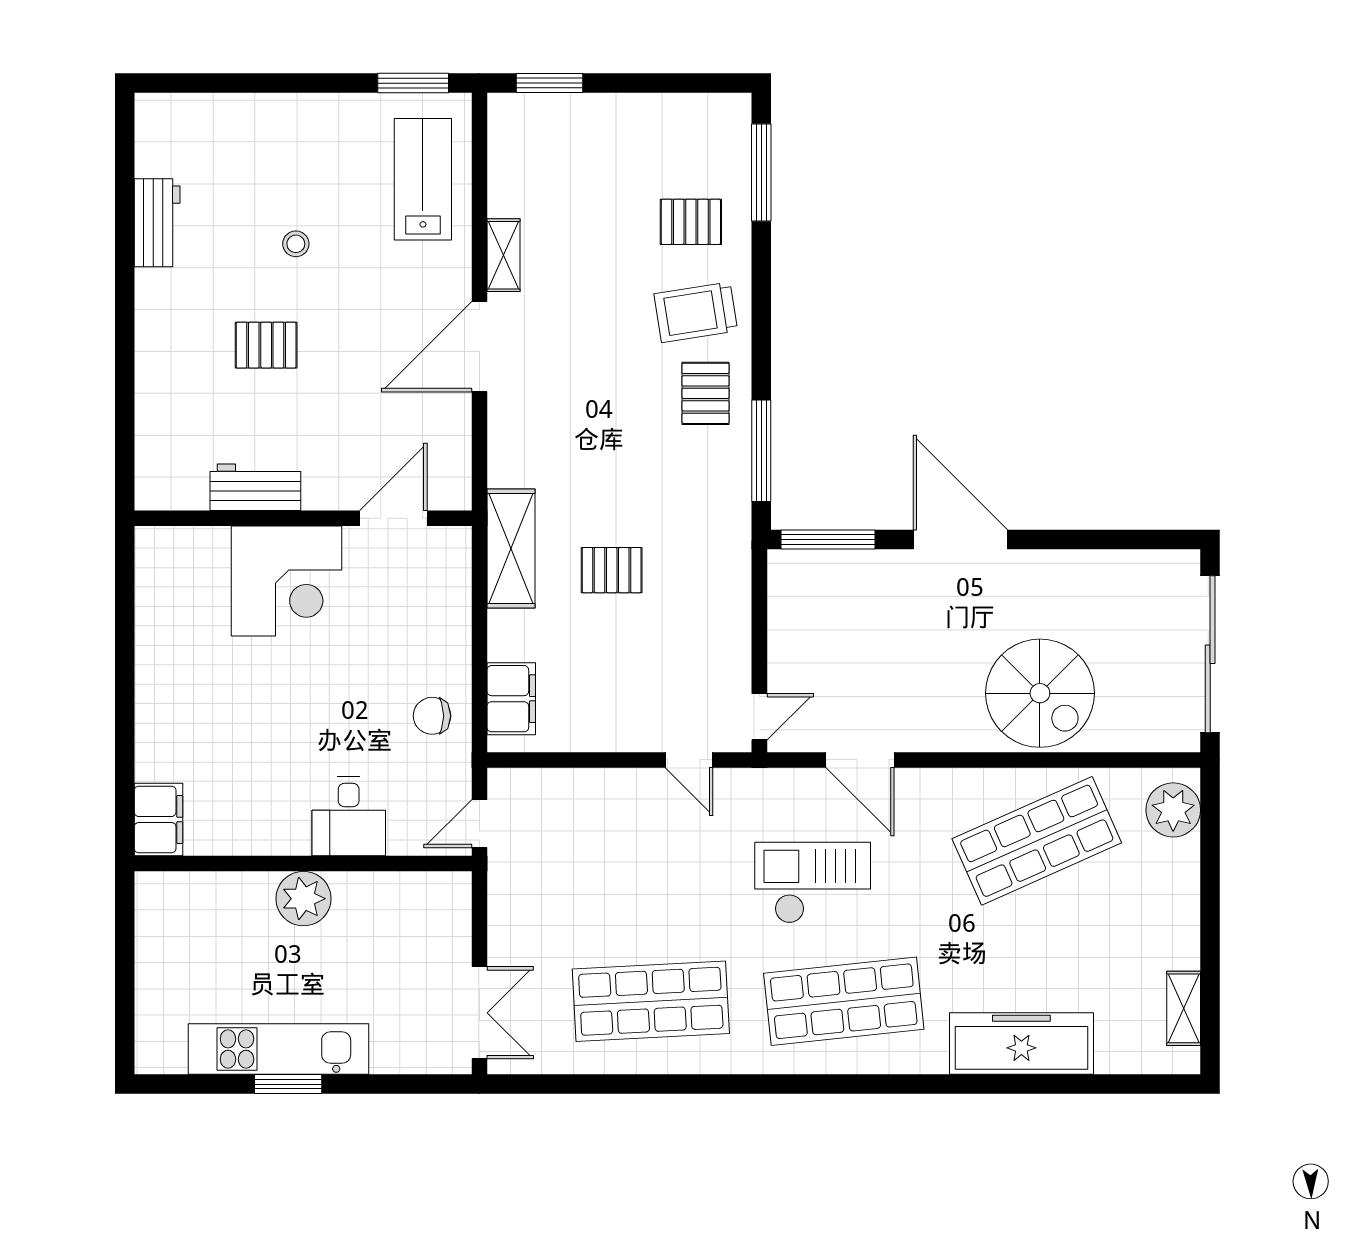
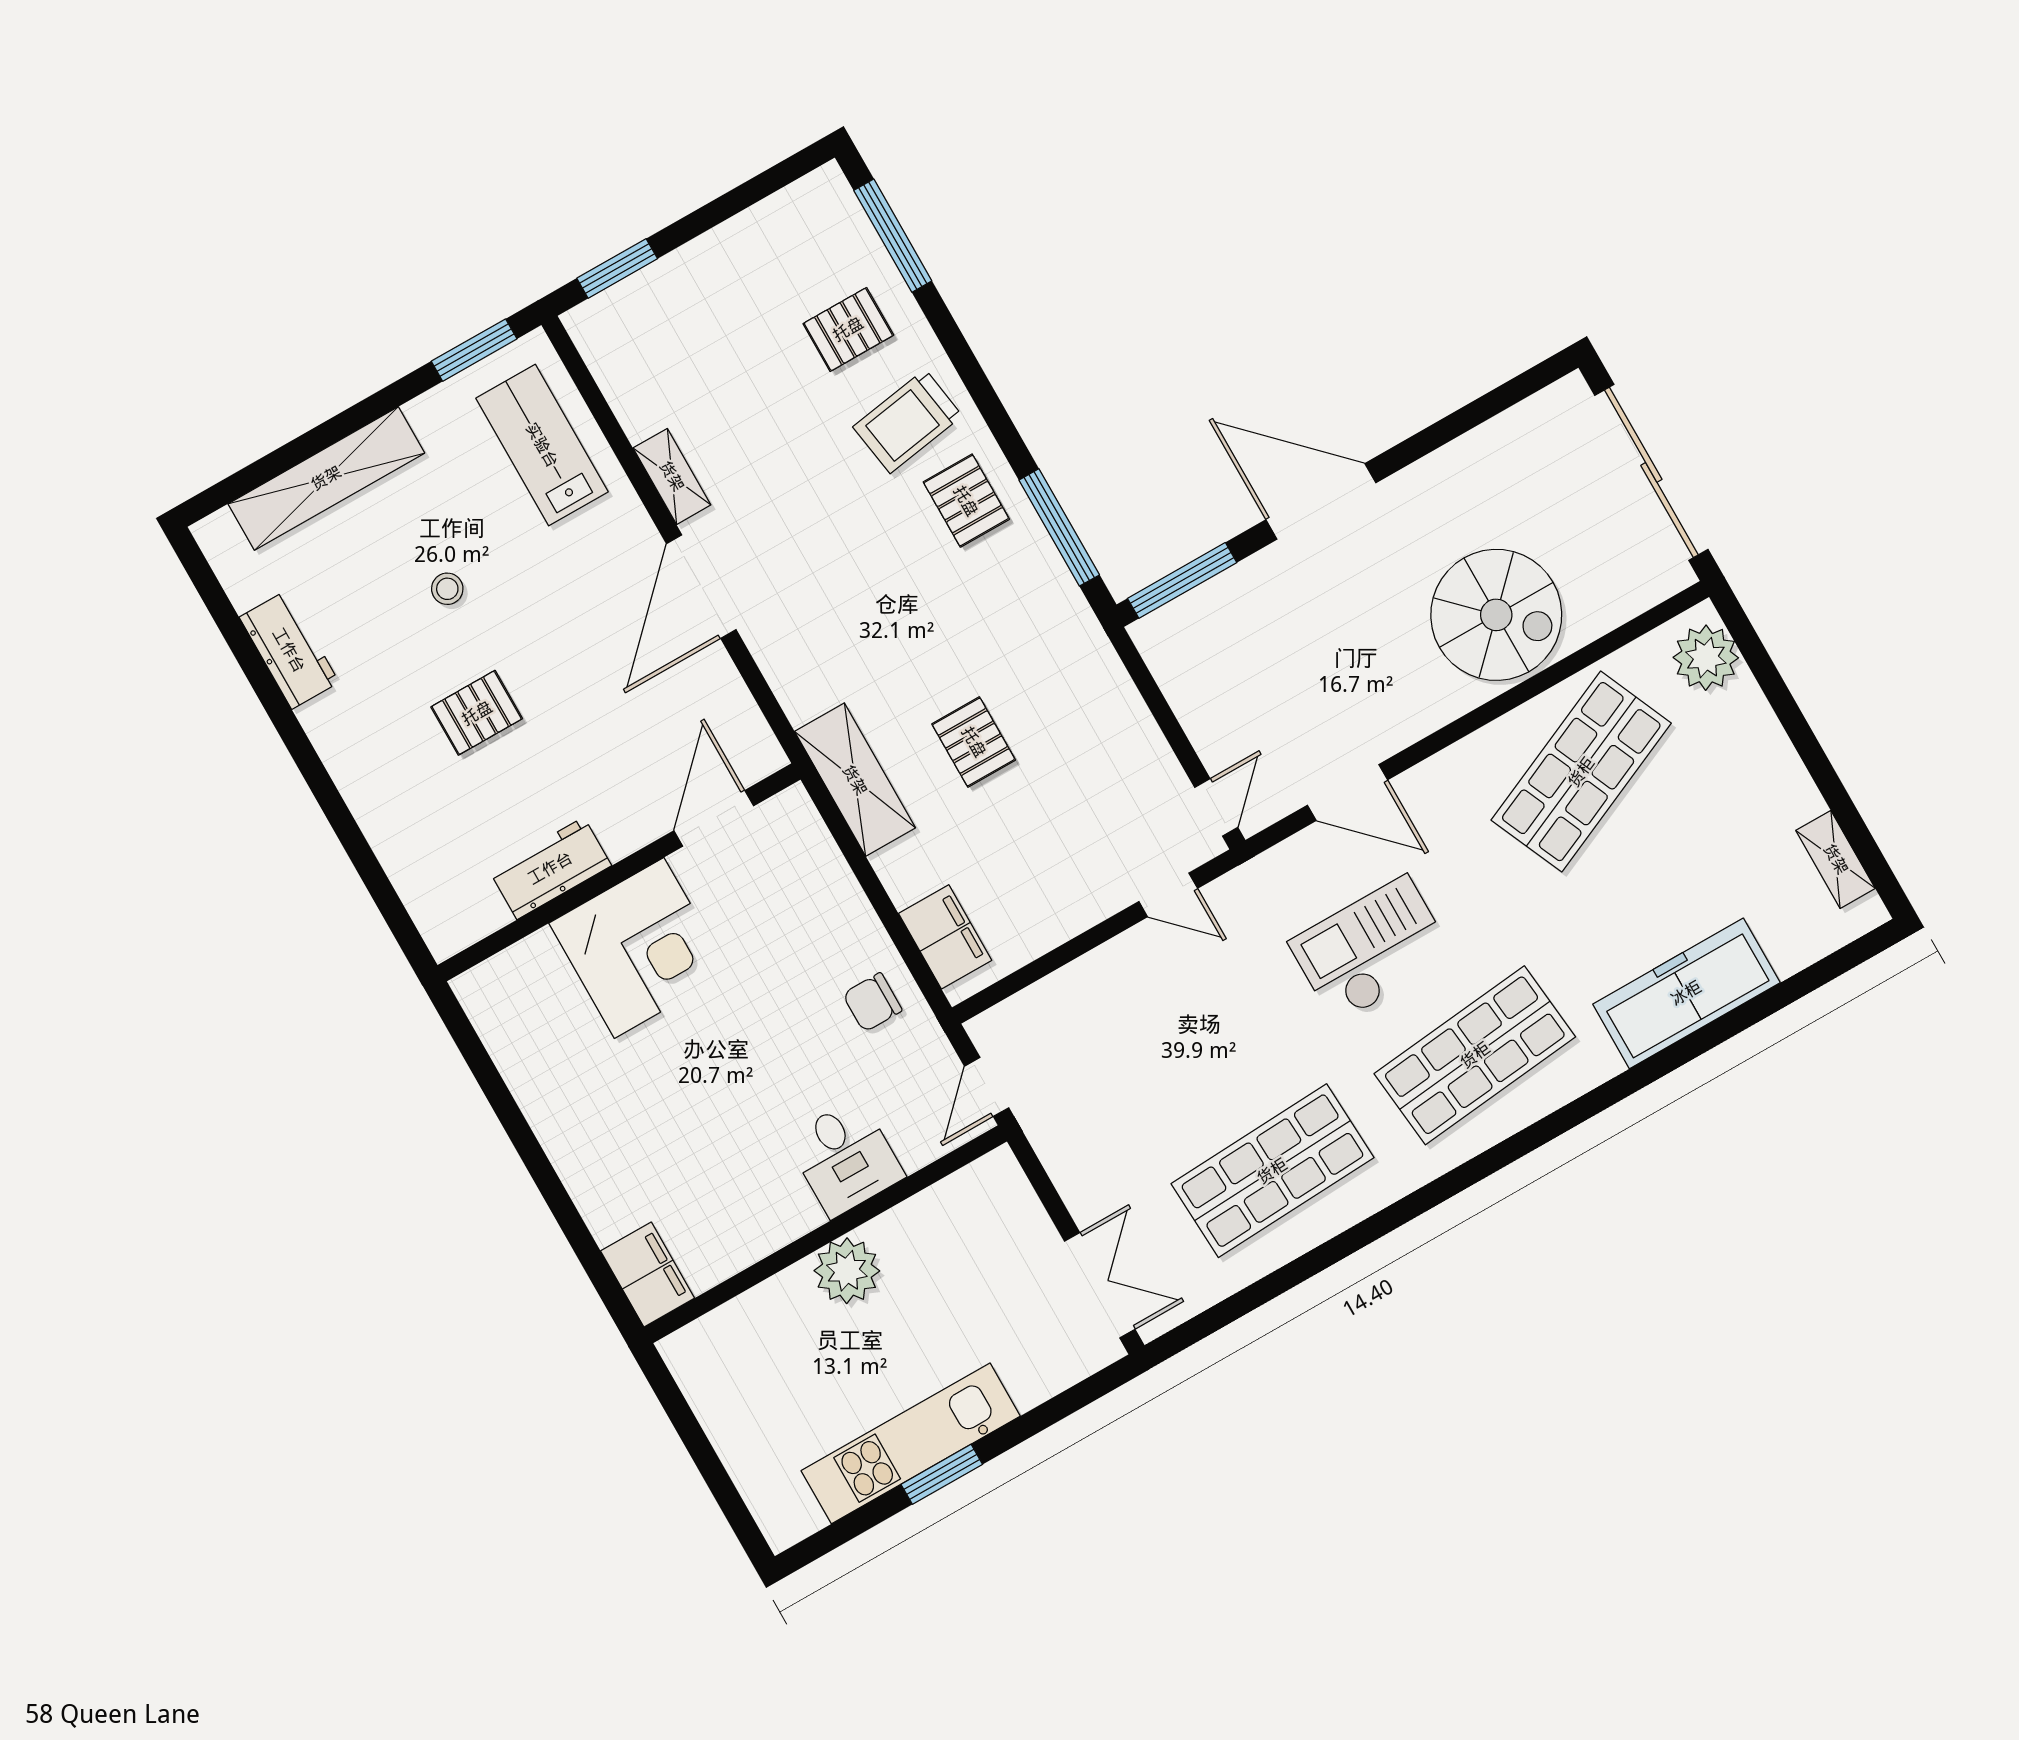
shelving: (254, 115) -> (326, 478), added
pallet: (612, 570) -> (974, 742), turned 90

